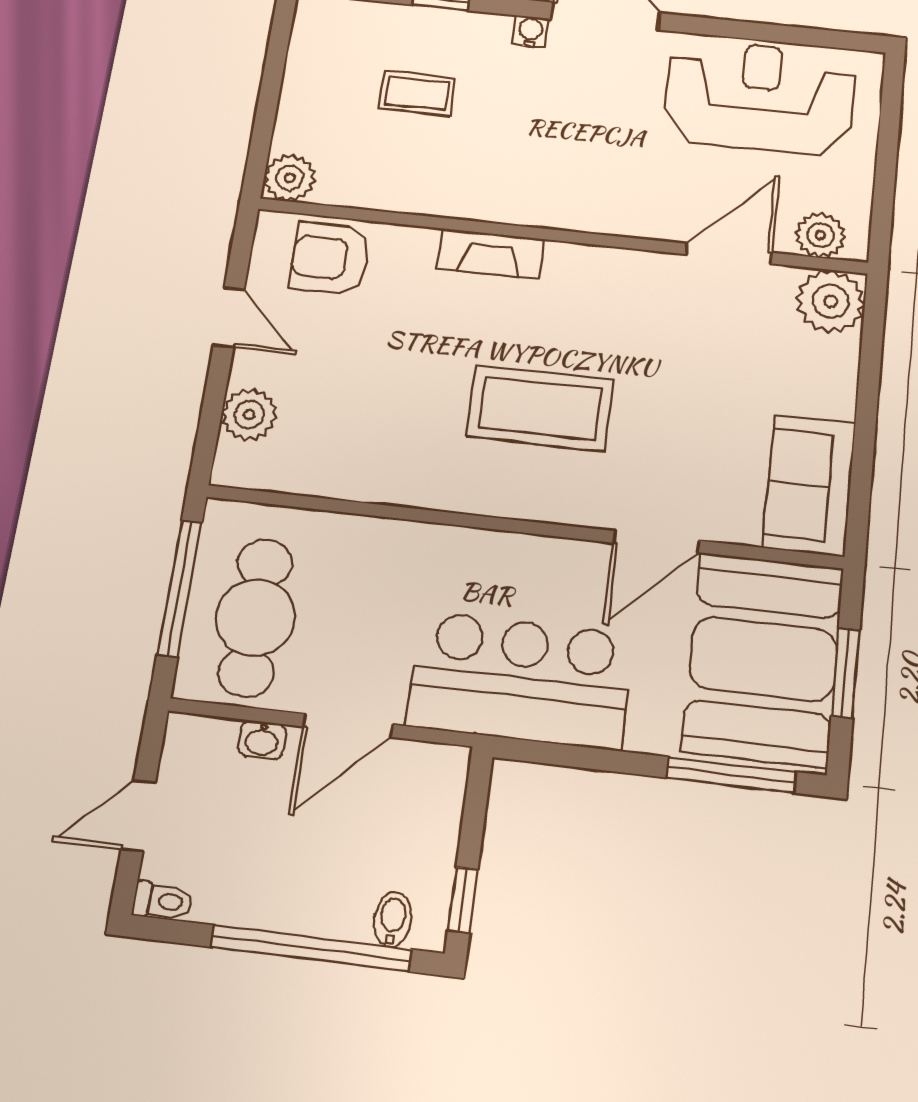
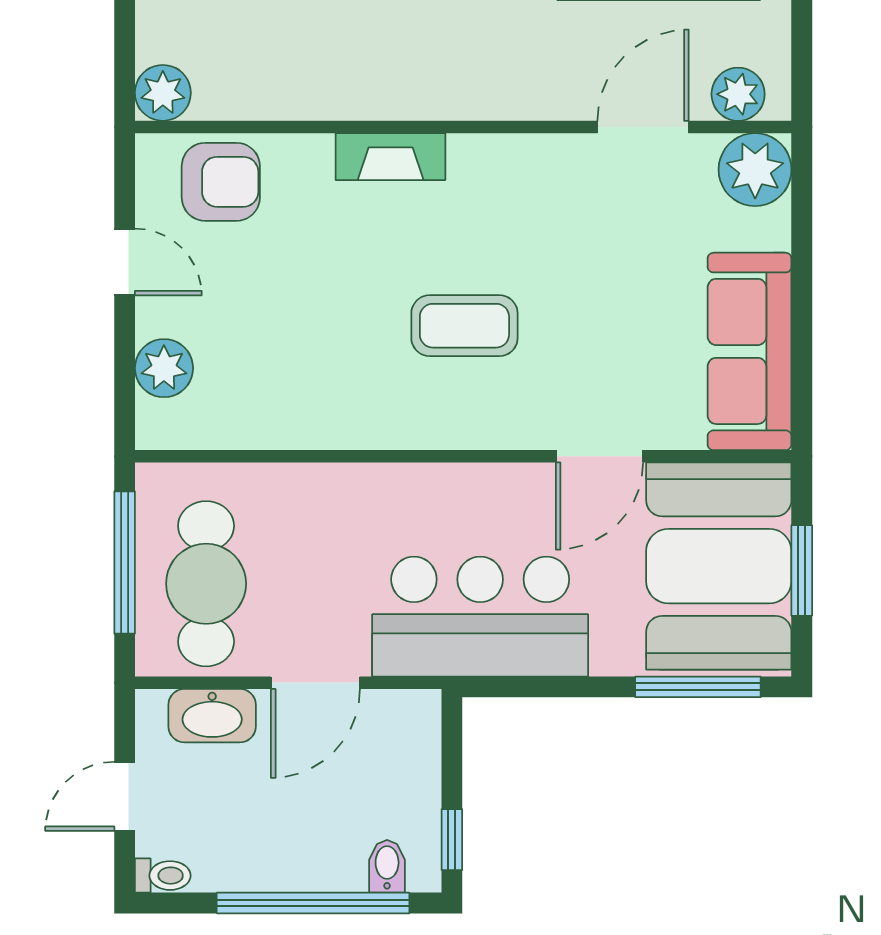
armchair: (330, 258) -> (221, 182), turned 180
coffee table: (540, 408) -> (464, 326), width x0.73, depth x0.76
sofa: (809, 485) -> (750, 351), width x1.36
washbasin: (262, 740) -> (212, 716), width x1.91, depth x1.45

